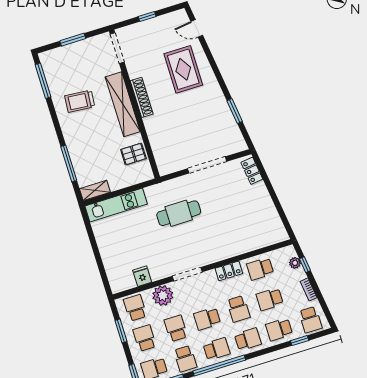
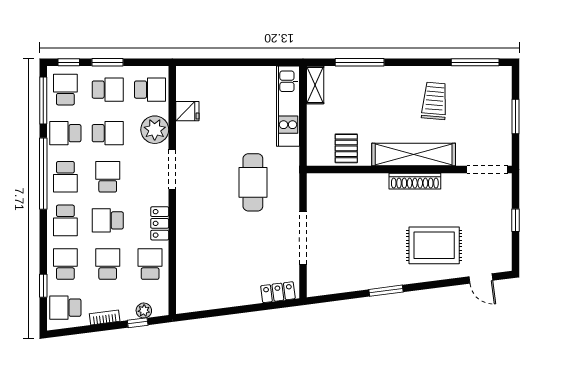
door: (197, 28) -> (481, 279), swing flipped
window: (235, 111) -> (386, 291), moved
window: (121, 331) -> (107, 62), moved

